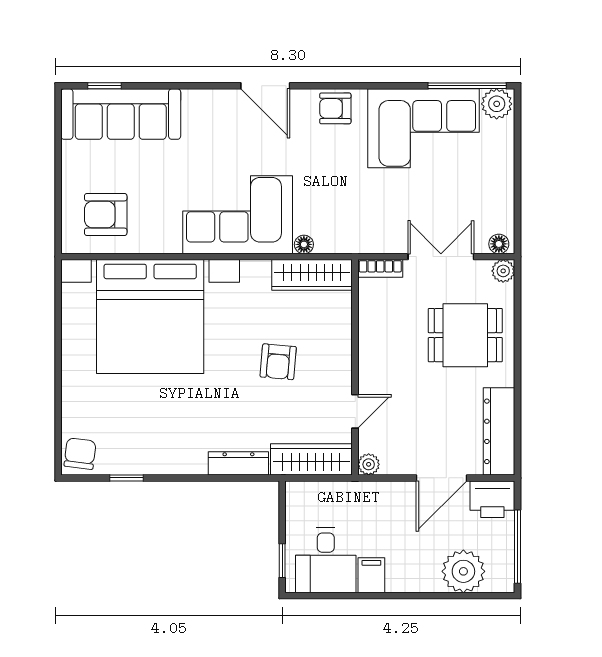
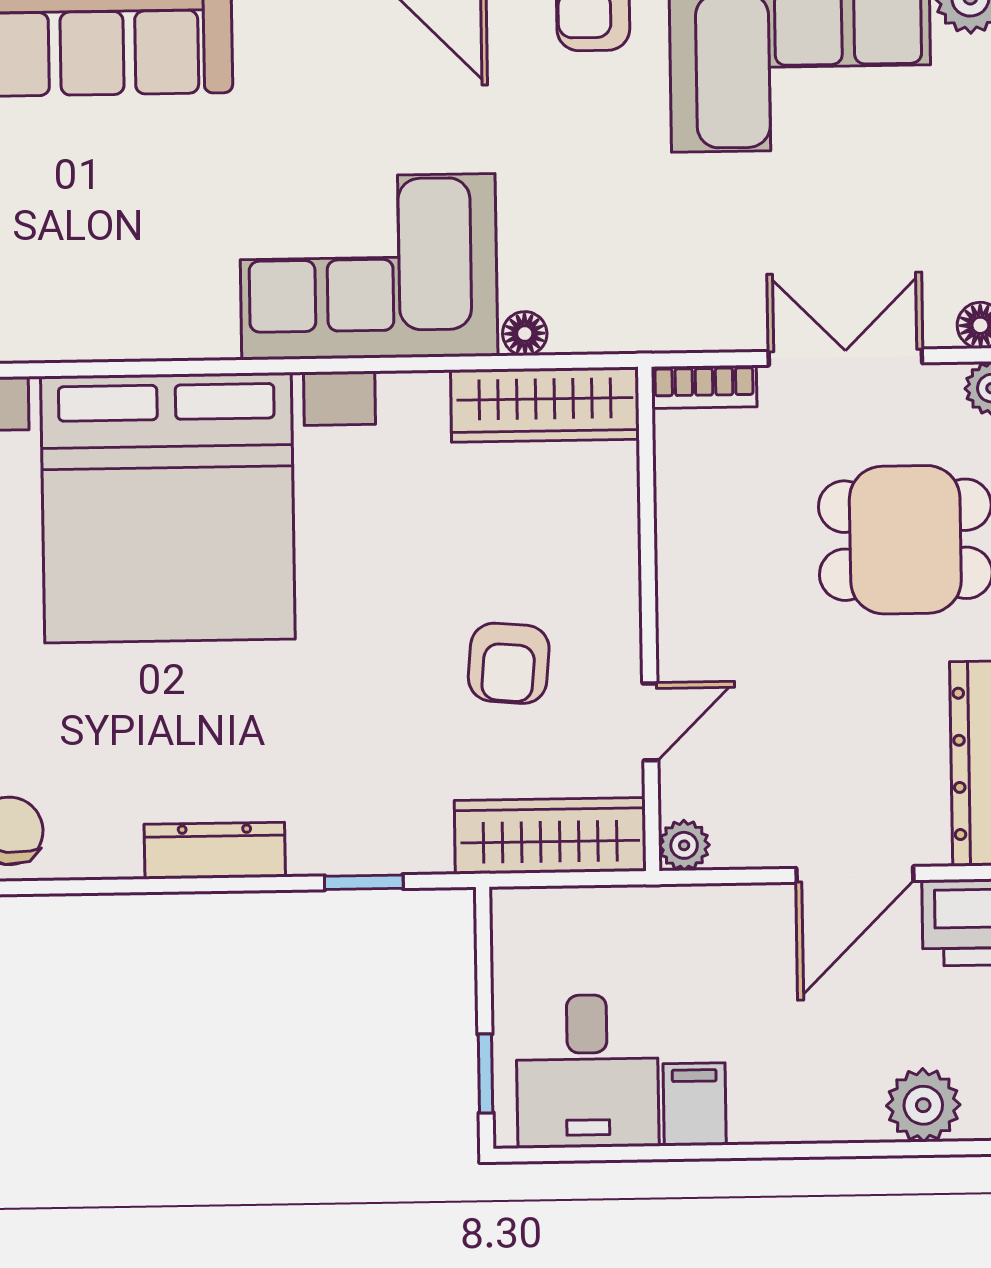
armchair: (106, 215) -> (60, 271), removed
armchair: (278, 362) -> (509, 663), moved
dresser: (238, 463) -> (215, 851), moved
window: (127, 478) -> (364, 882), moved
plant: (463, 571) -> (923, 1105), width x0.73, depth x0.73

